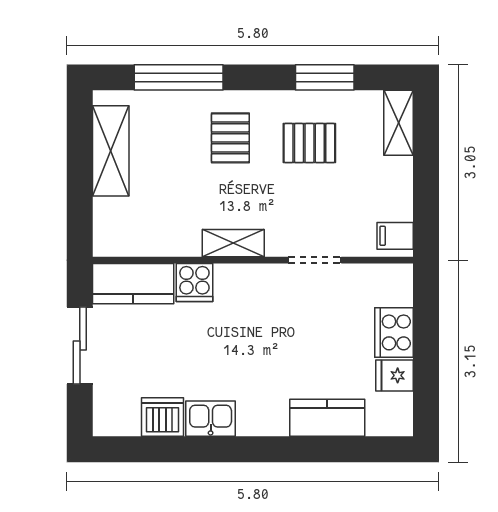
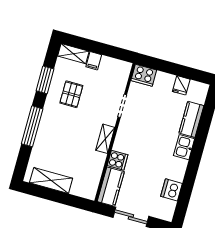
window: (179, 77) -> (32, 126), moved
pallet: (230, 138) -> (60, 128), removed
filing cabinet: (395, 236) -> (94, 61), moved
cooker: (394, 332) -> (144, 75), moved
kitchen sink: (211, 419) -> (184, 147), moved

